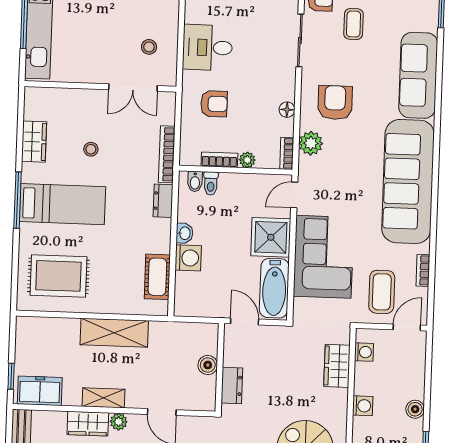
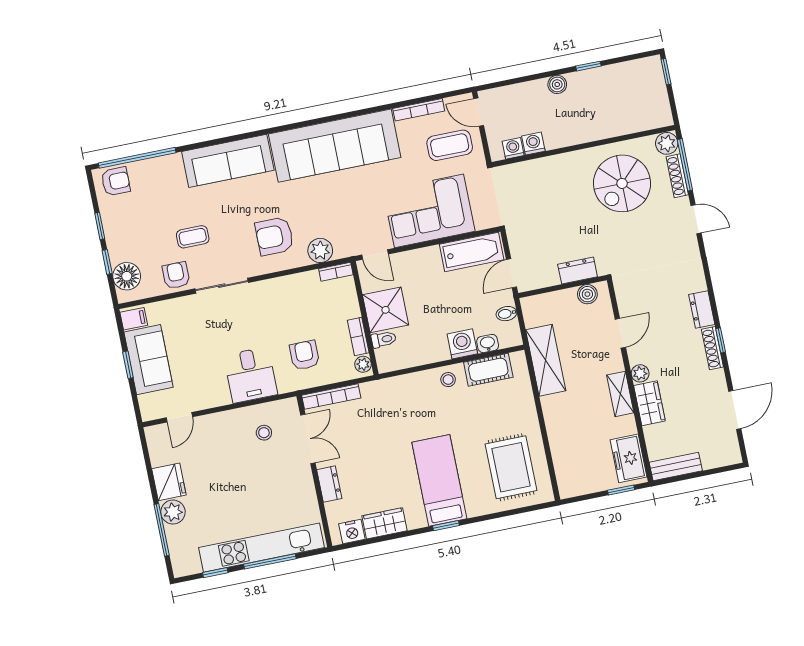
nightstand: (34, 108) -> (352, 532), added
floor lamp: (287, 110) -> (293, 282), removed
stool: (91, 149) -> (448, 380), moved
bookcase: (167, 154) -> (331, 397), moved
plant: (247, 160) -> (363, 364), moved
bidet: (195, 181) -> (506, 314), moved, turned 180
window: (18, 200) -> (446, 526), width x0.46
dresser: (163, 201) -> (329, 484), moved, turned -90
washbasin: (184, 233) -> (488, 344), moved
shower: (271, 237) -> (386, 310), moved
bookcase: (423, 270) -> (419, 110), width x1.56
shelving: (114, 333) -> (546, 360), moved
boiler: (208, 365) -> (587, 294), moved
wardrobe: (337, 366) -> (533, 172), removed
washing machine: (363, 406) -> (533, 144), moved

